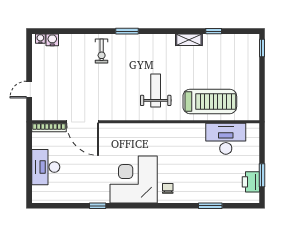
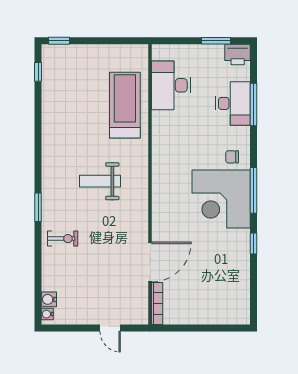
window: (214, 31) -> (38, 72), moved
shelving: (189, 40) -> (49, 131), removed
weight bench: (156, 91) -> (100, 181), moved
desk: (46, 167) -> (233, 103), moved, turned -90
printer: (251, 182) -> (238, 54), moved
window: (141, 206) -> (254, 190), added
window: (210, 206) -> (254, 105), width x1.44

